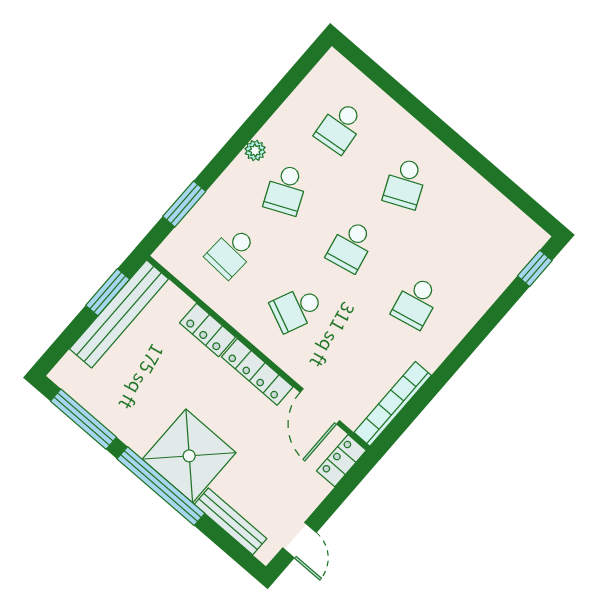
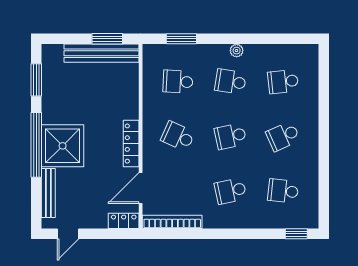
school desk: (286, 190) -> (230, 82), turned 33
school desk: (470, 240) -> (283, 191), added
locker: (208, 330) -> (131, 102), removed
window: (84, 419) -> (36, 80), width x0.69

